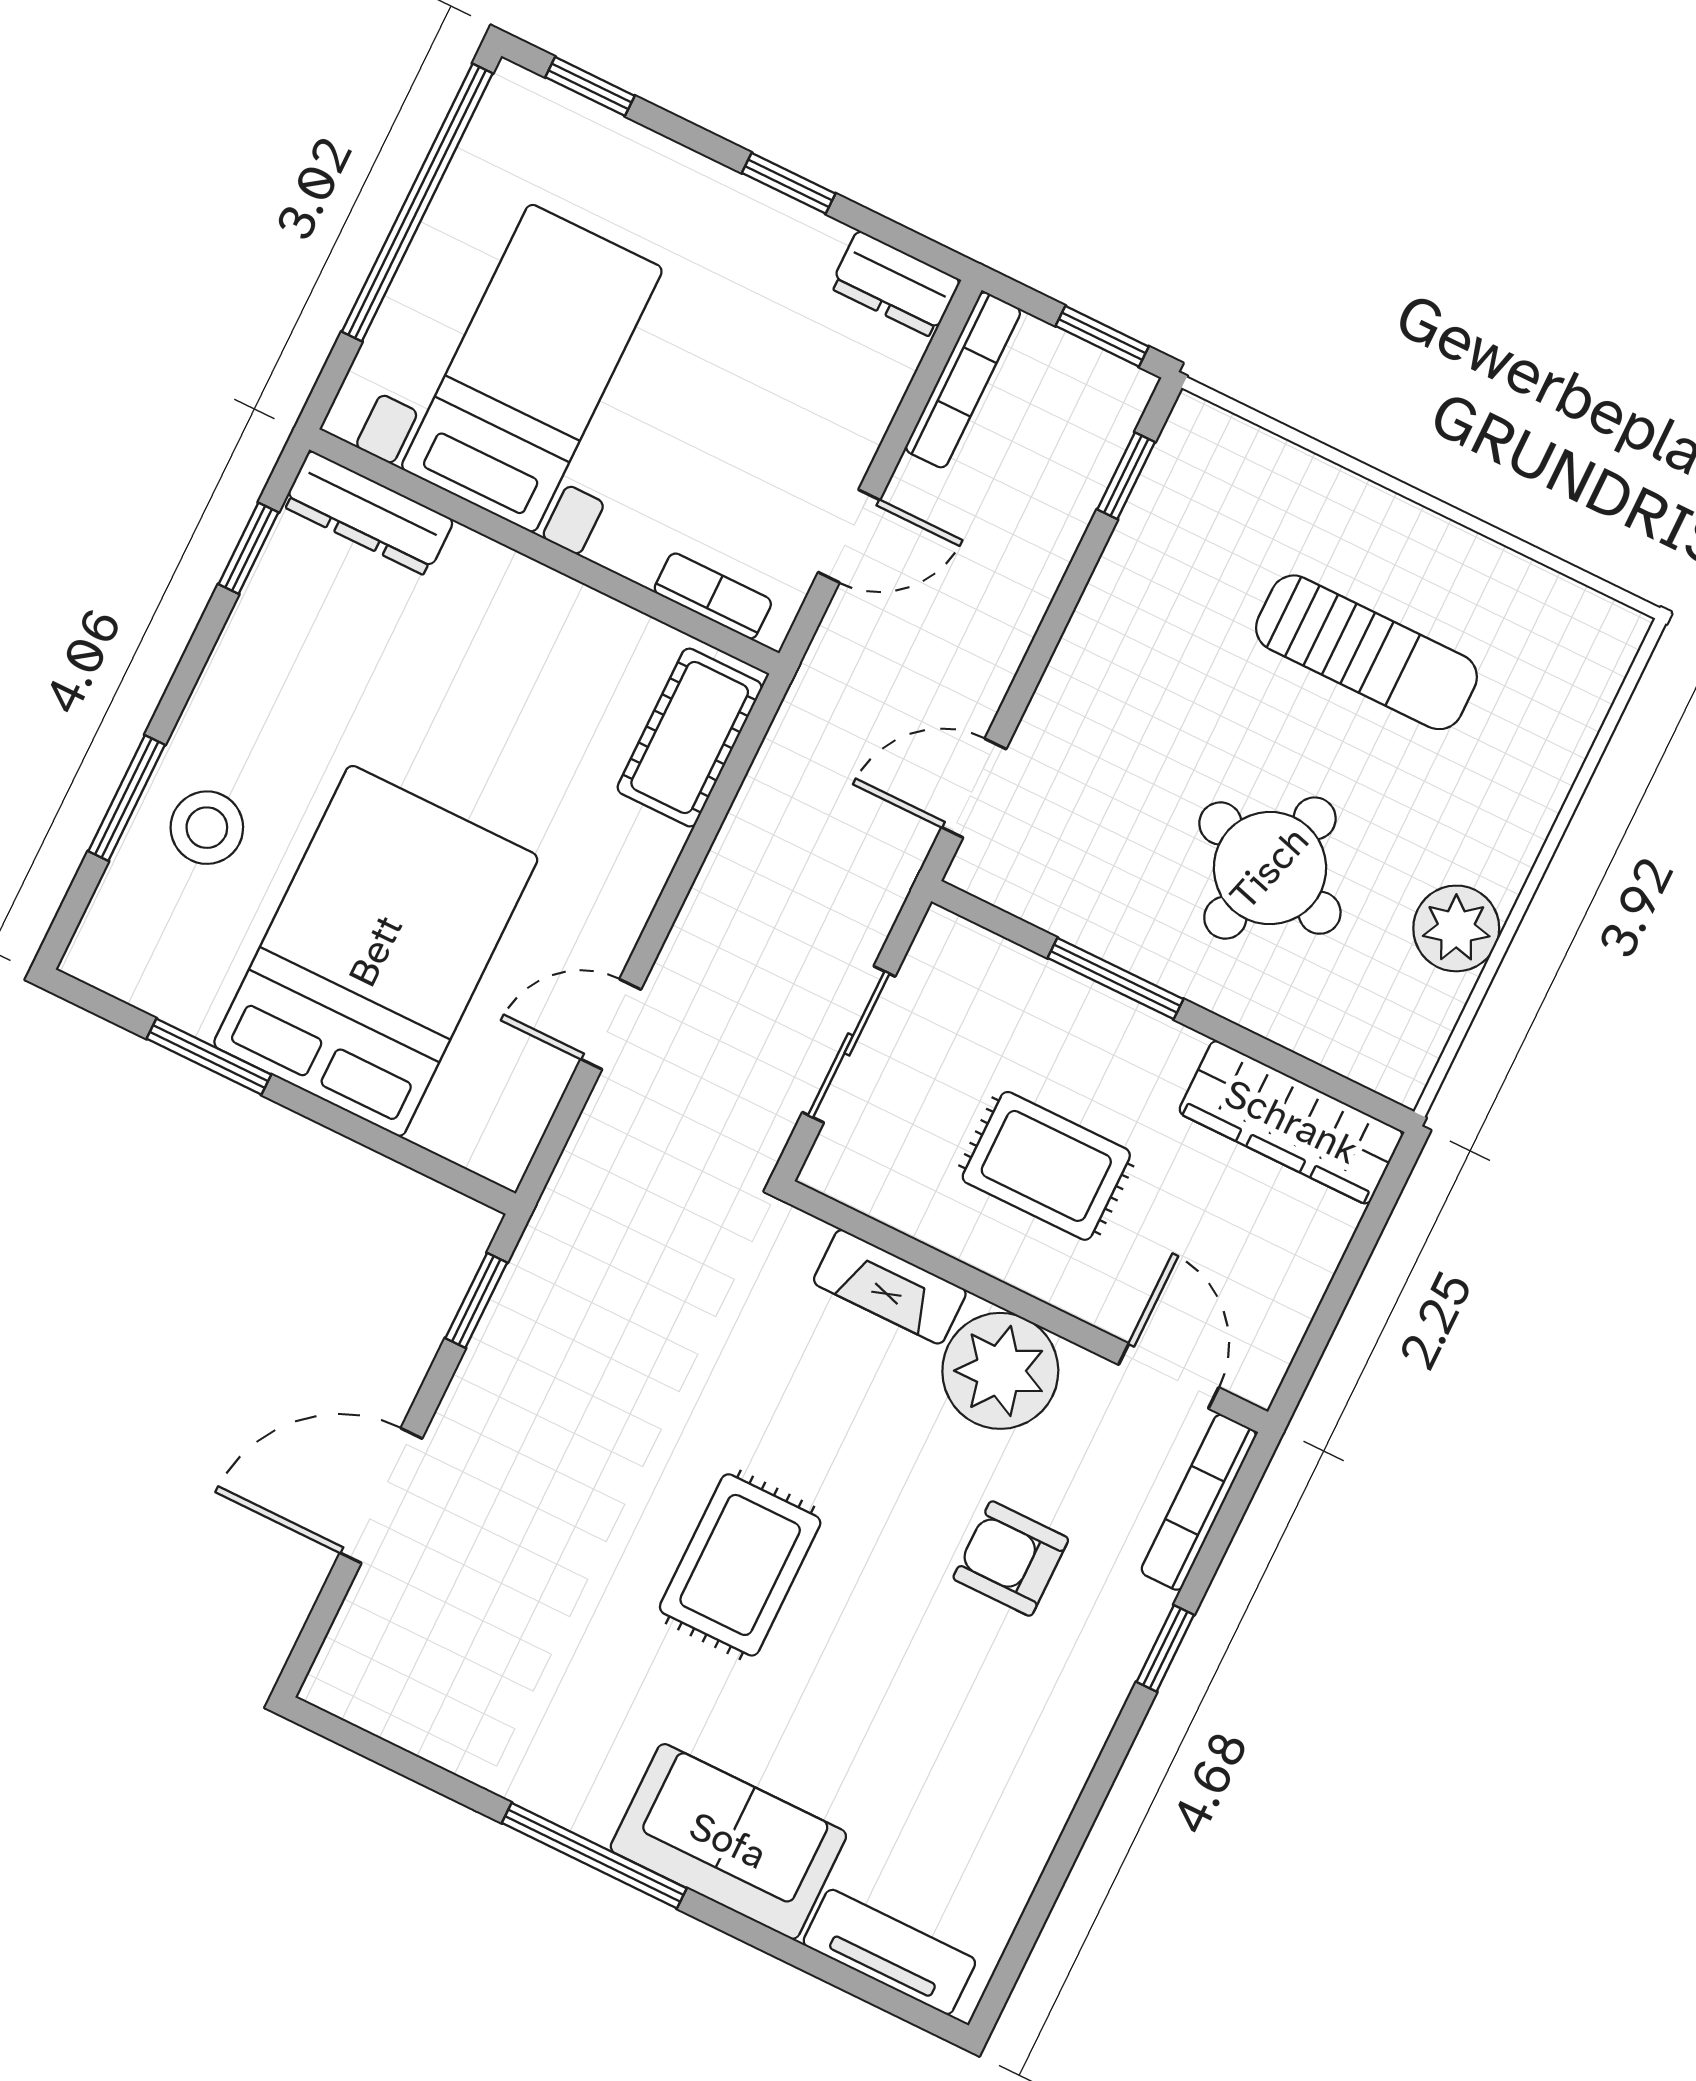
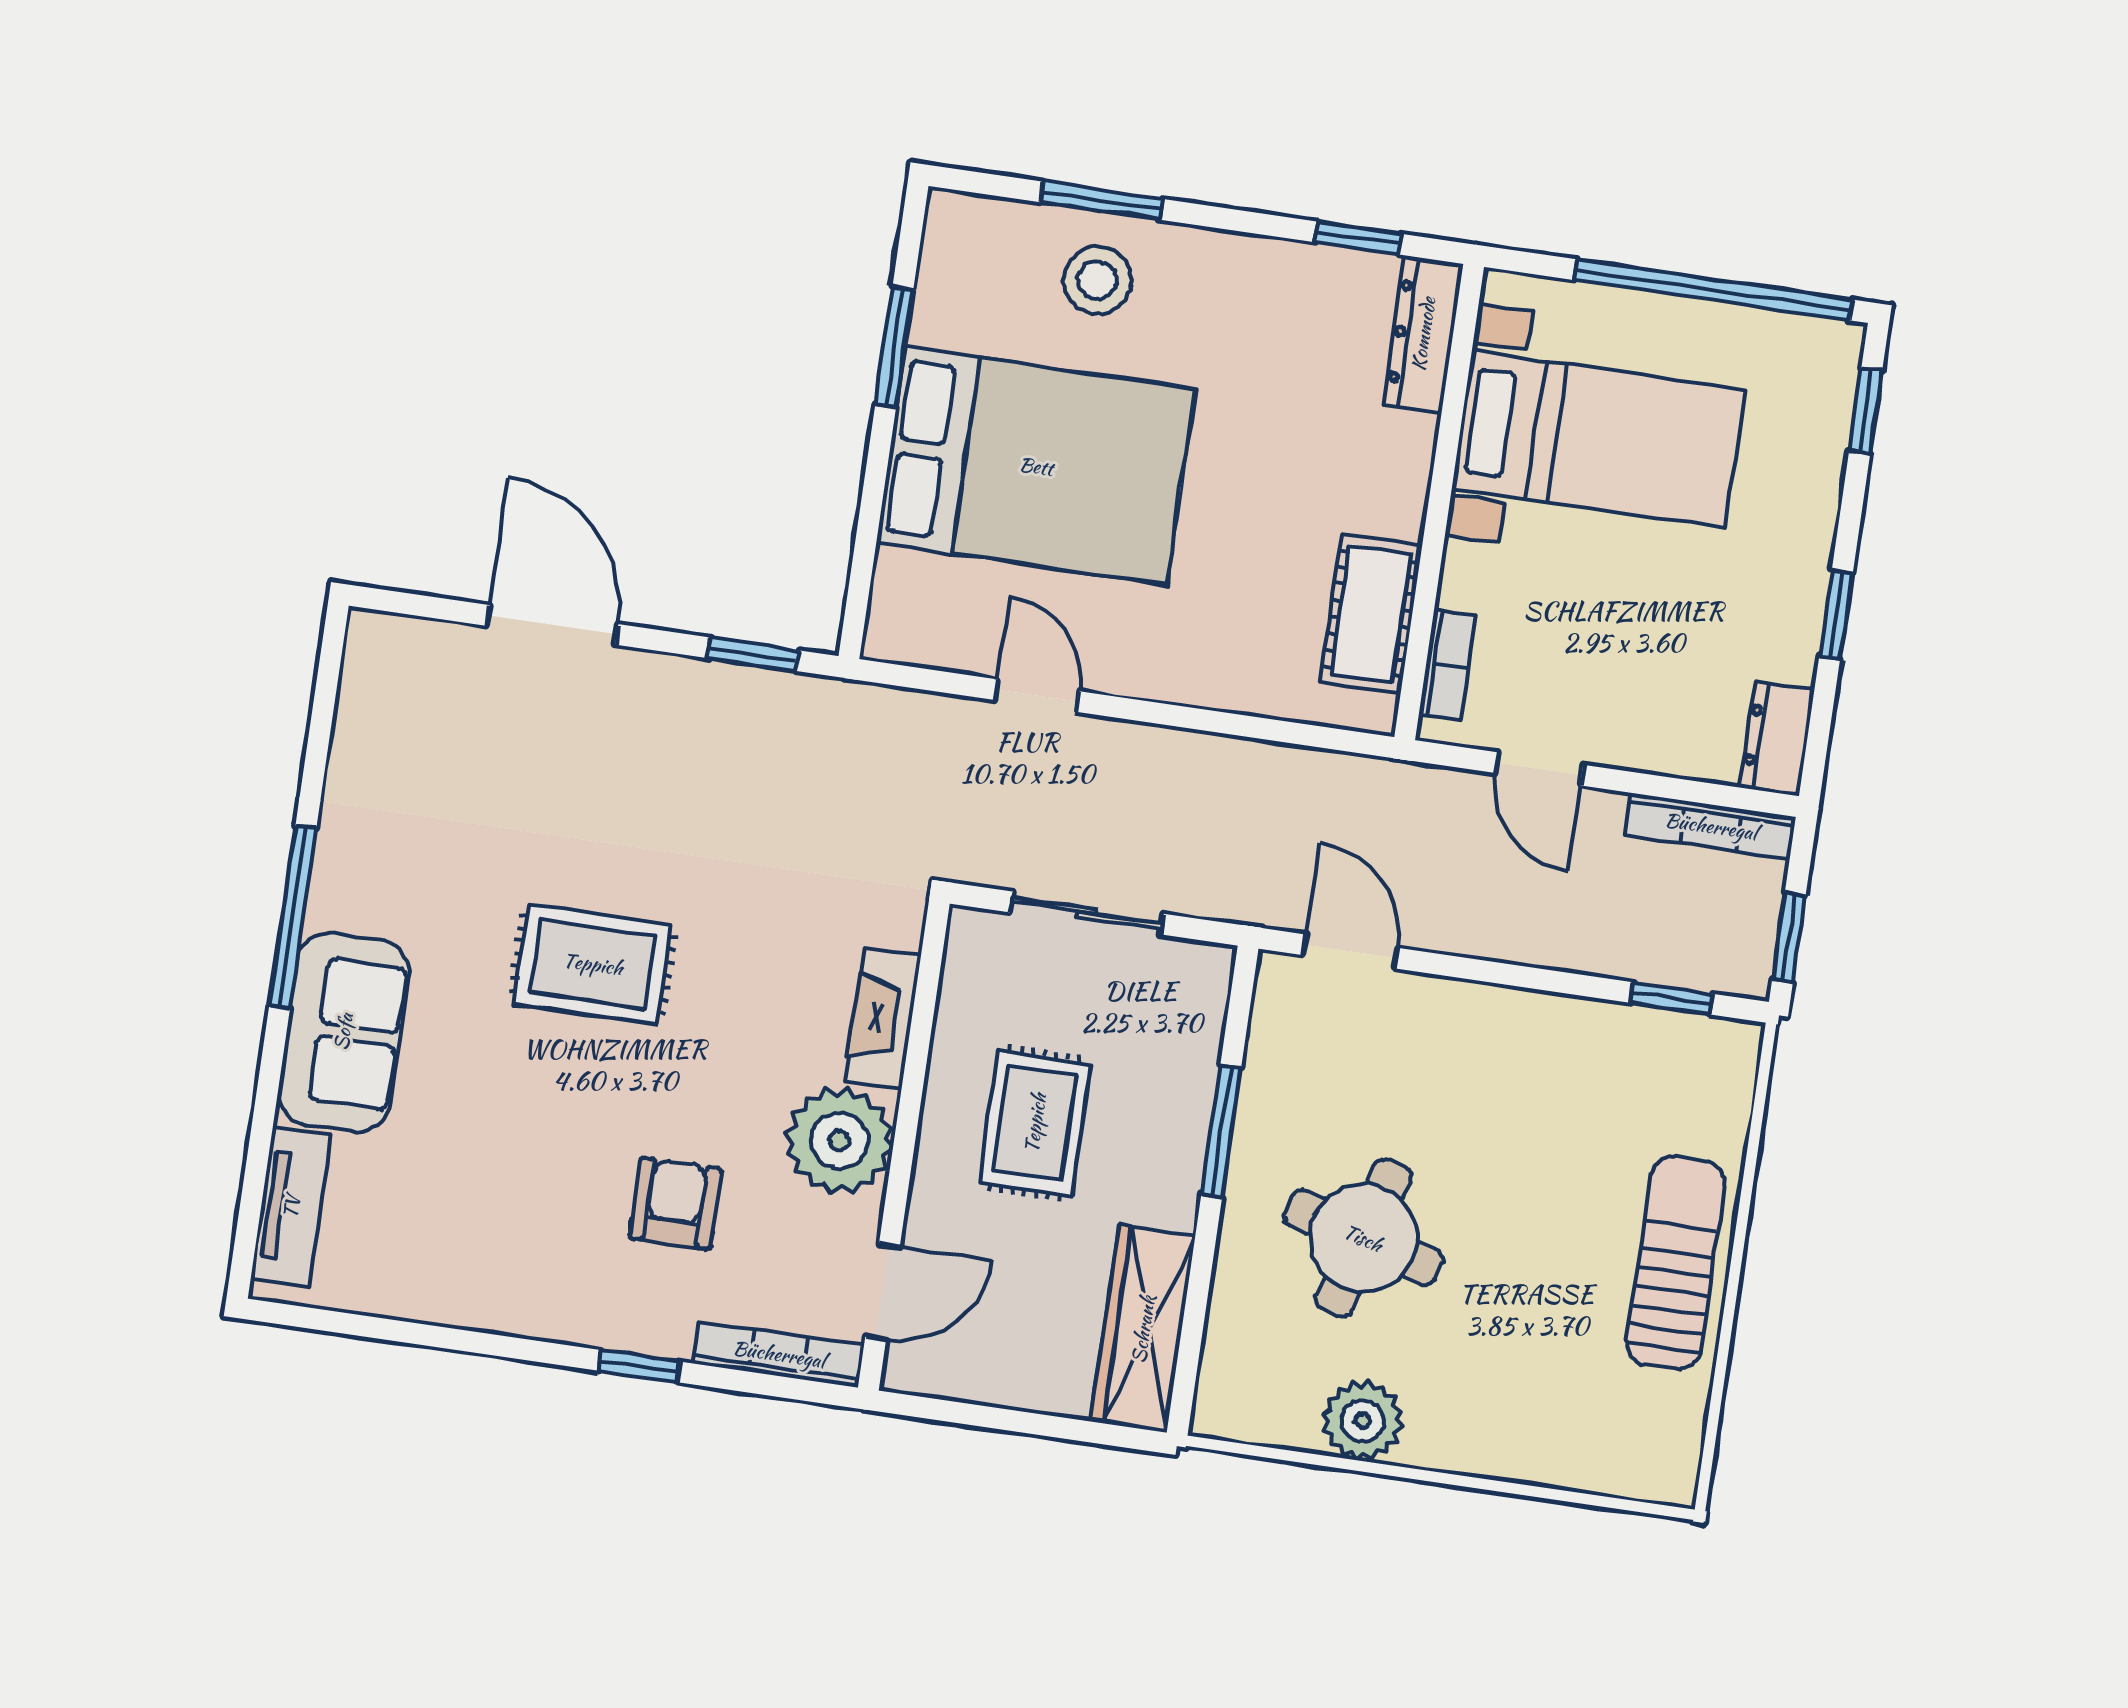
sun lounger: (1366, 652) -> (1676, 1263), moved, turned 180
cot: (690, 738) -> (1371, 614), moved, turned 90

